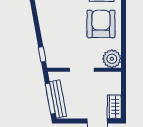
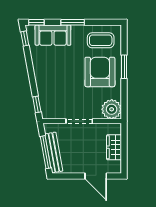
window: (123, 19) -> (124, 67), added
wardrobe: (114, 107) -> (114, 147), moved

